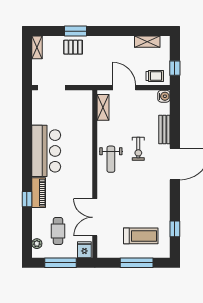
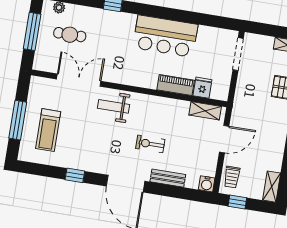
shelving: (147, 42) -> (272, 187), moved
weight bench: (111, 159) -> (113, 106), moved
piano: (39, 193) -> (176, 85), moved, turned 180
window: (175, 229) -> (75, 175), moved
fridge: (84, 250) -> (202, 88), moved, turned -90

